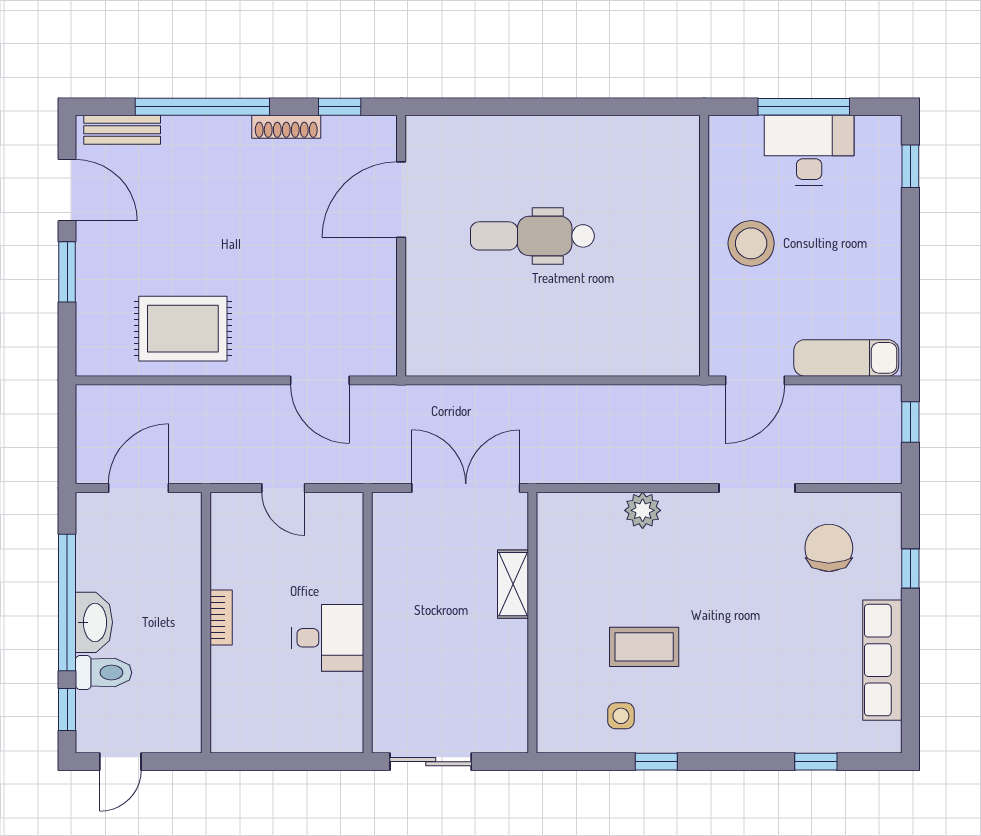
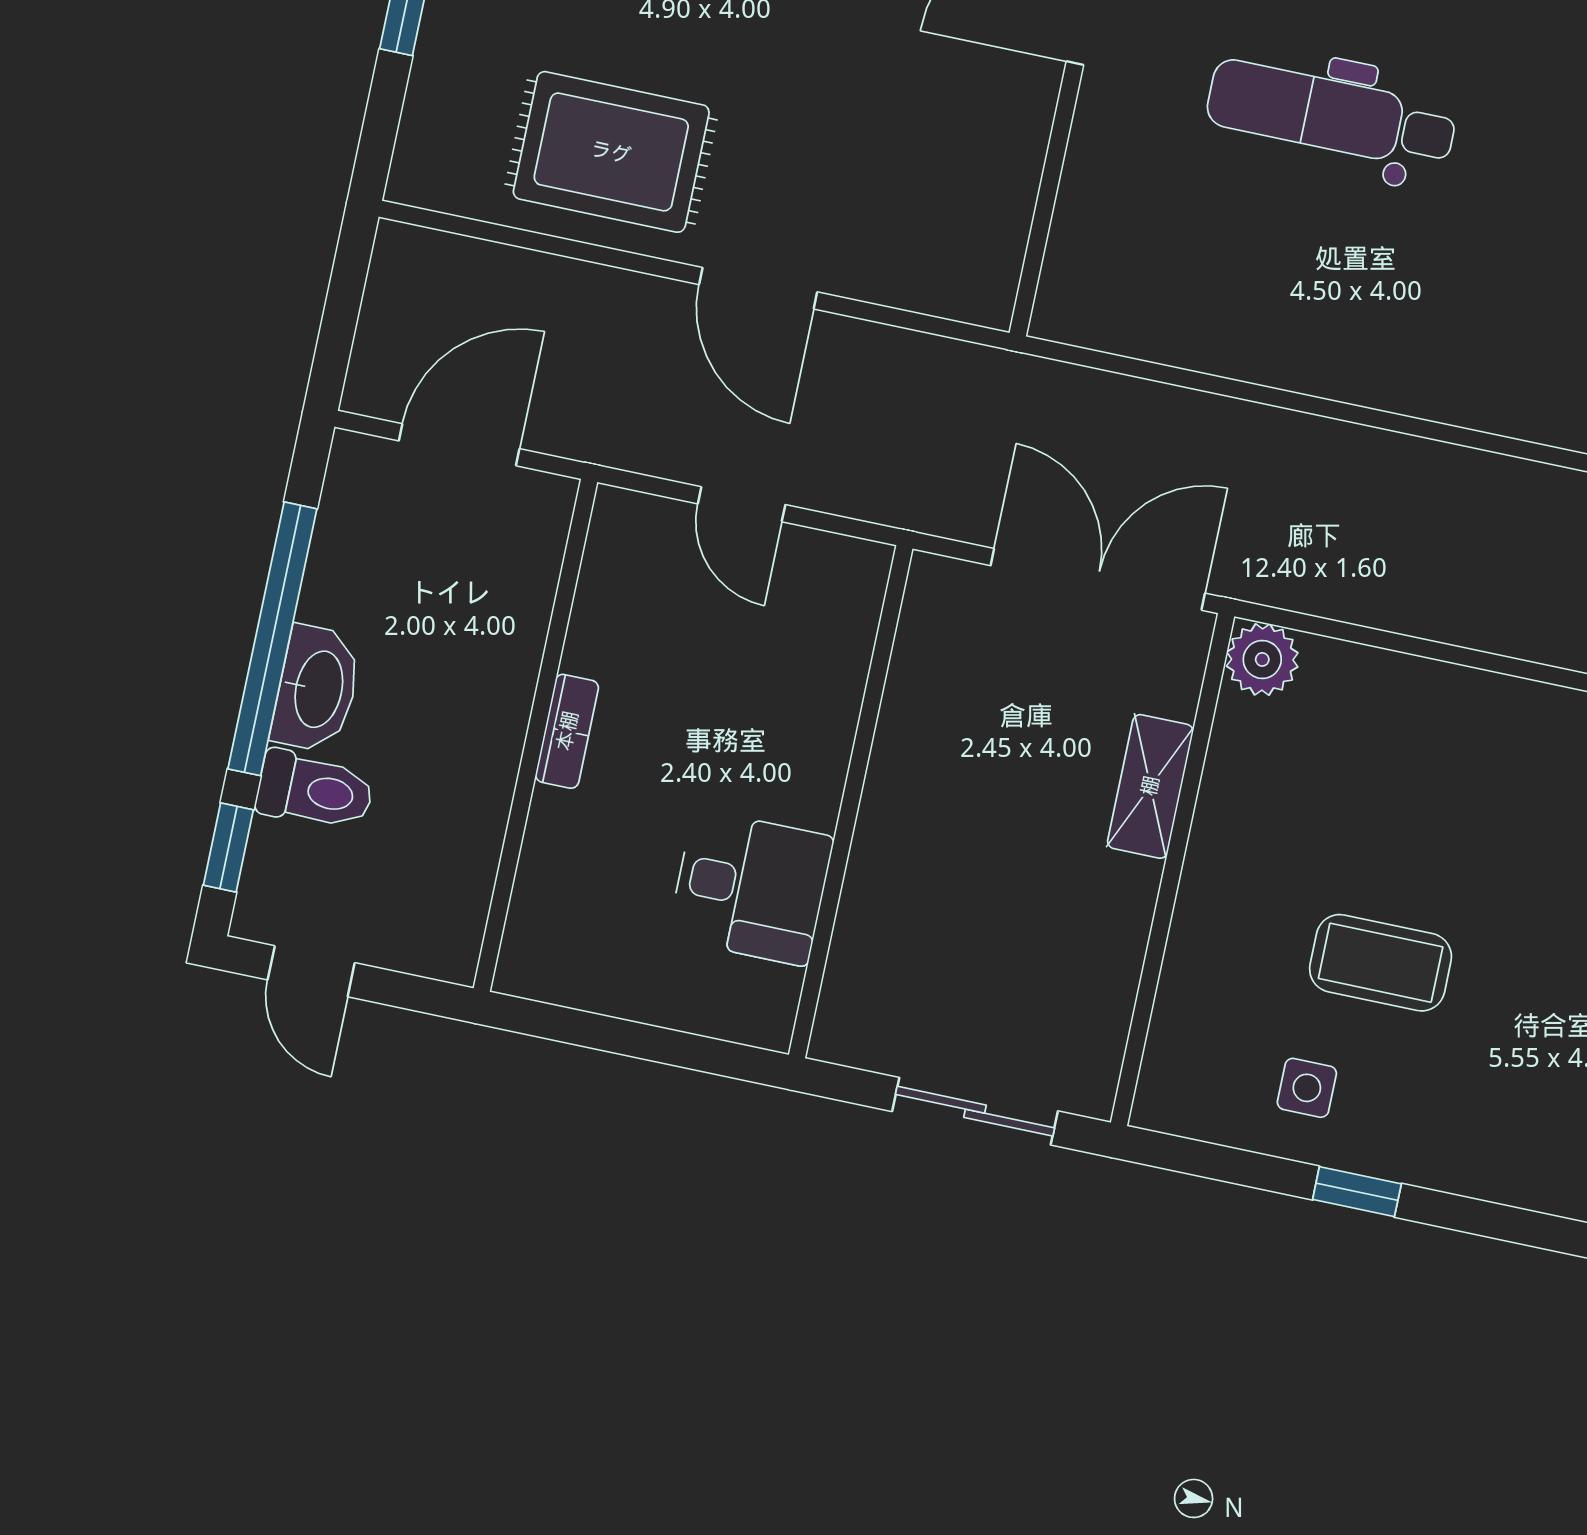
door: (320, 380) -> (758, 288), moved
plant: (643, 510) -> (1262, 659), moved
desk: (327, 638) -> (751, 887), moved
door: (120, 762) -> (311, 971), hinge flipped
sliding door: (431, 762) -> (975, 1111), moved

